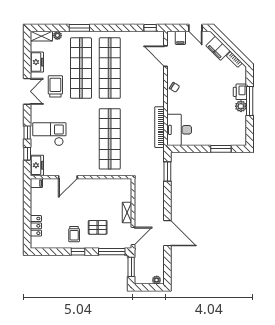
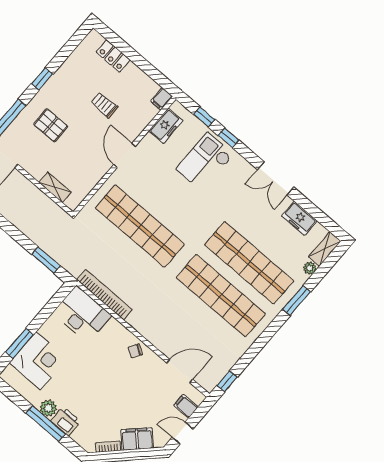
trolley: (55, 86) -> (253, 216), removed
corner desk: (221, 132) -> (38, 361), added
checkout: (49, 134) -> (205, 162), turned 180
freezer: (37, 165) -> (166, 126), moved, turned -90
door: (68, 177) -> (125, 155), moved
shelving: (127, 213) -> (55, 187), moved
pallet: (98, 227) -> (51, 125), turned 90
trolley: (74, 234) -> (104, 105), moved

